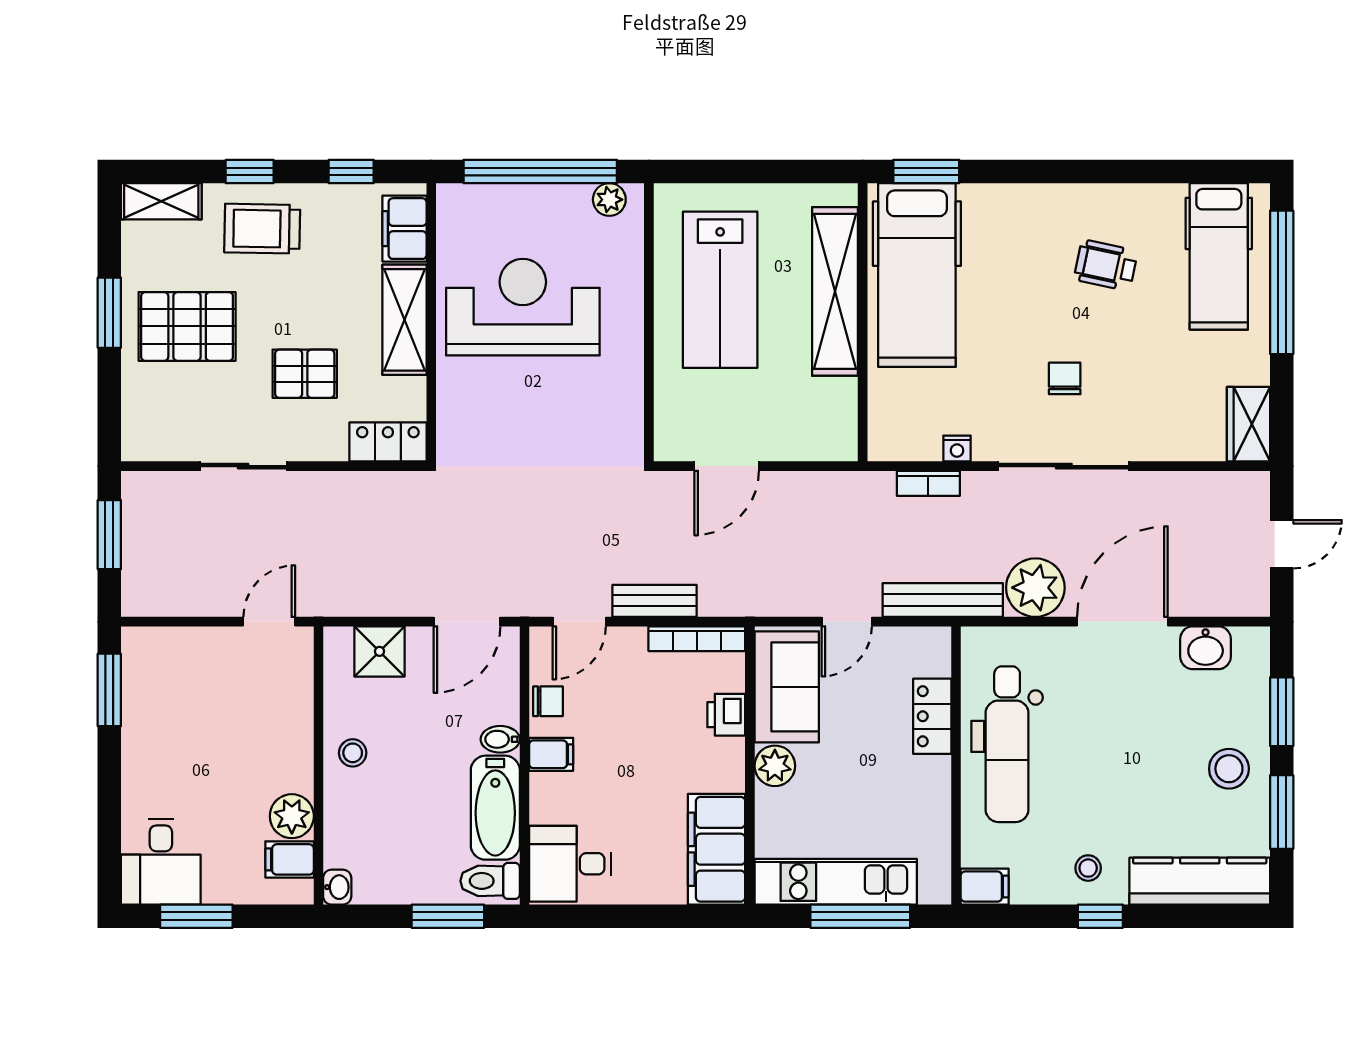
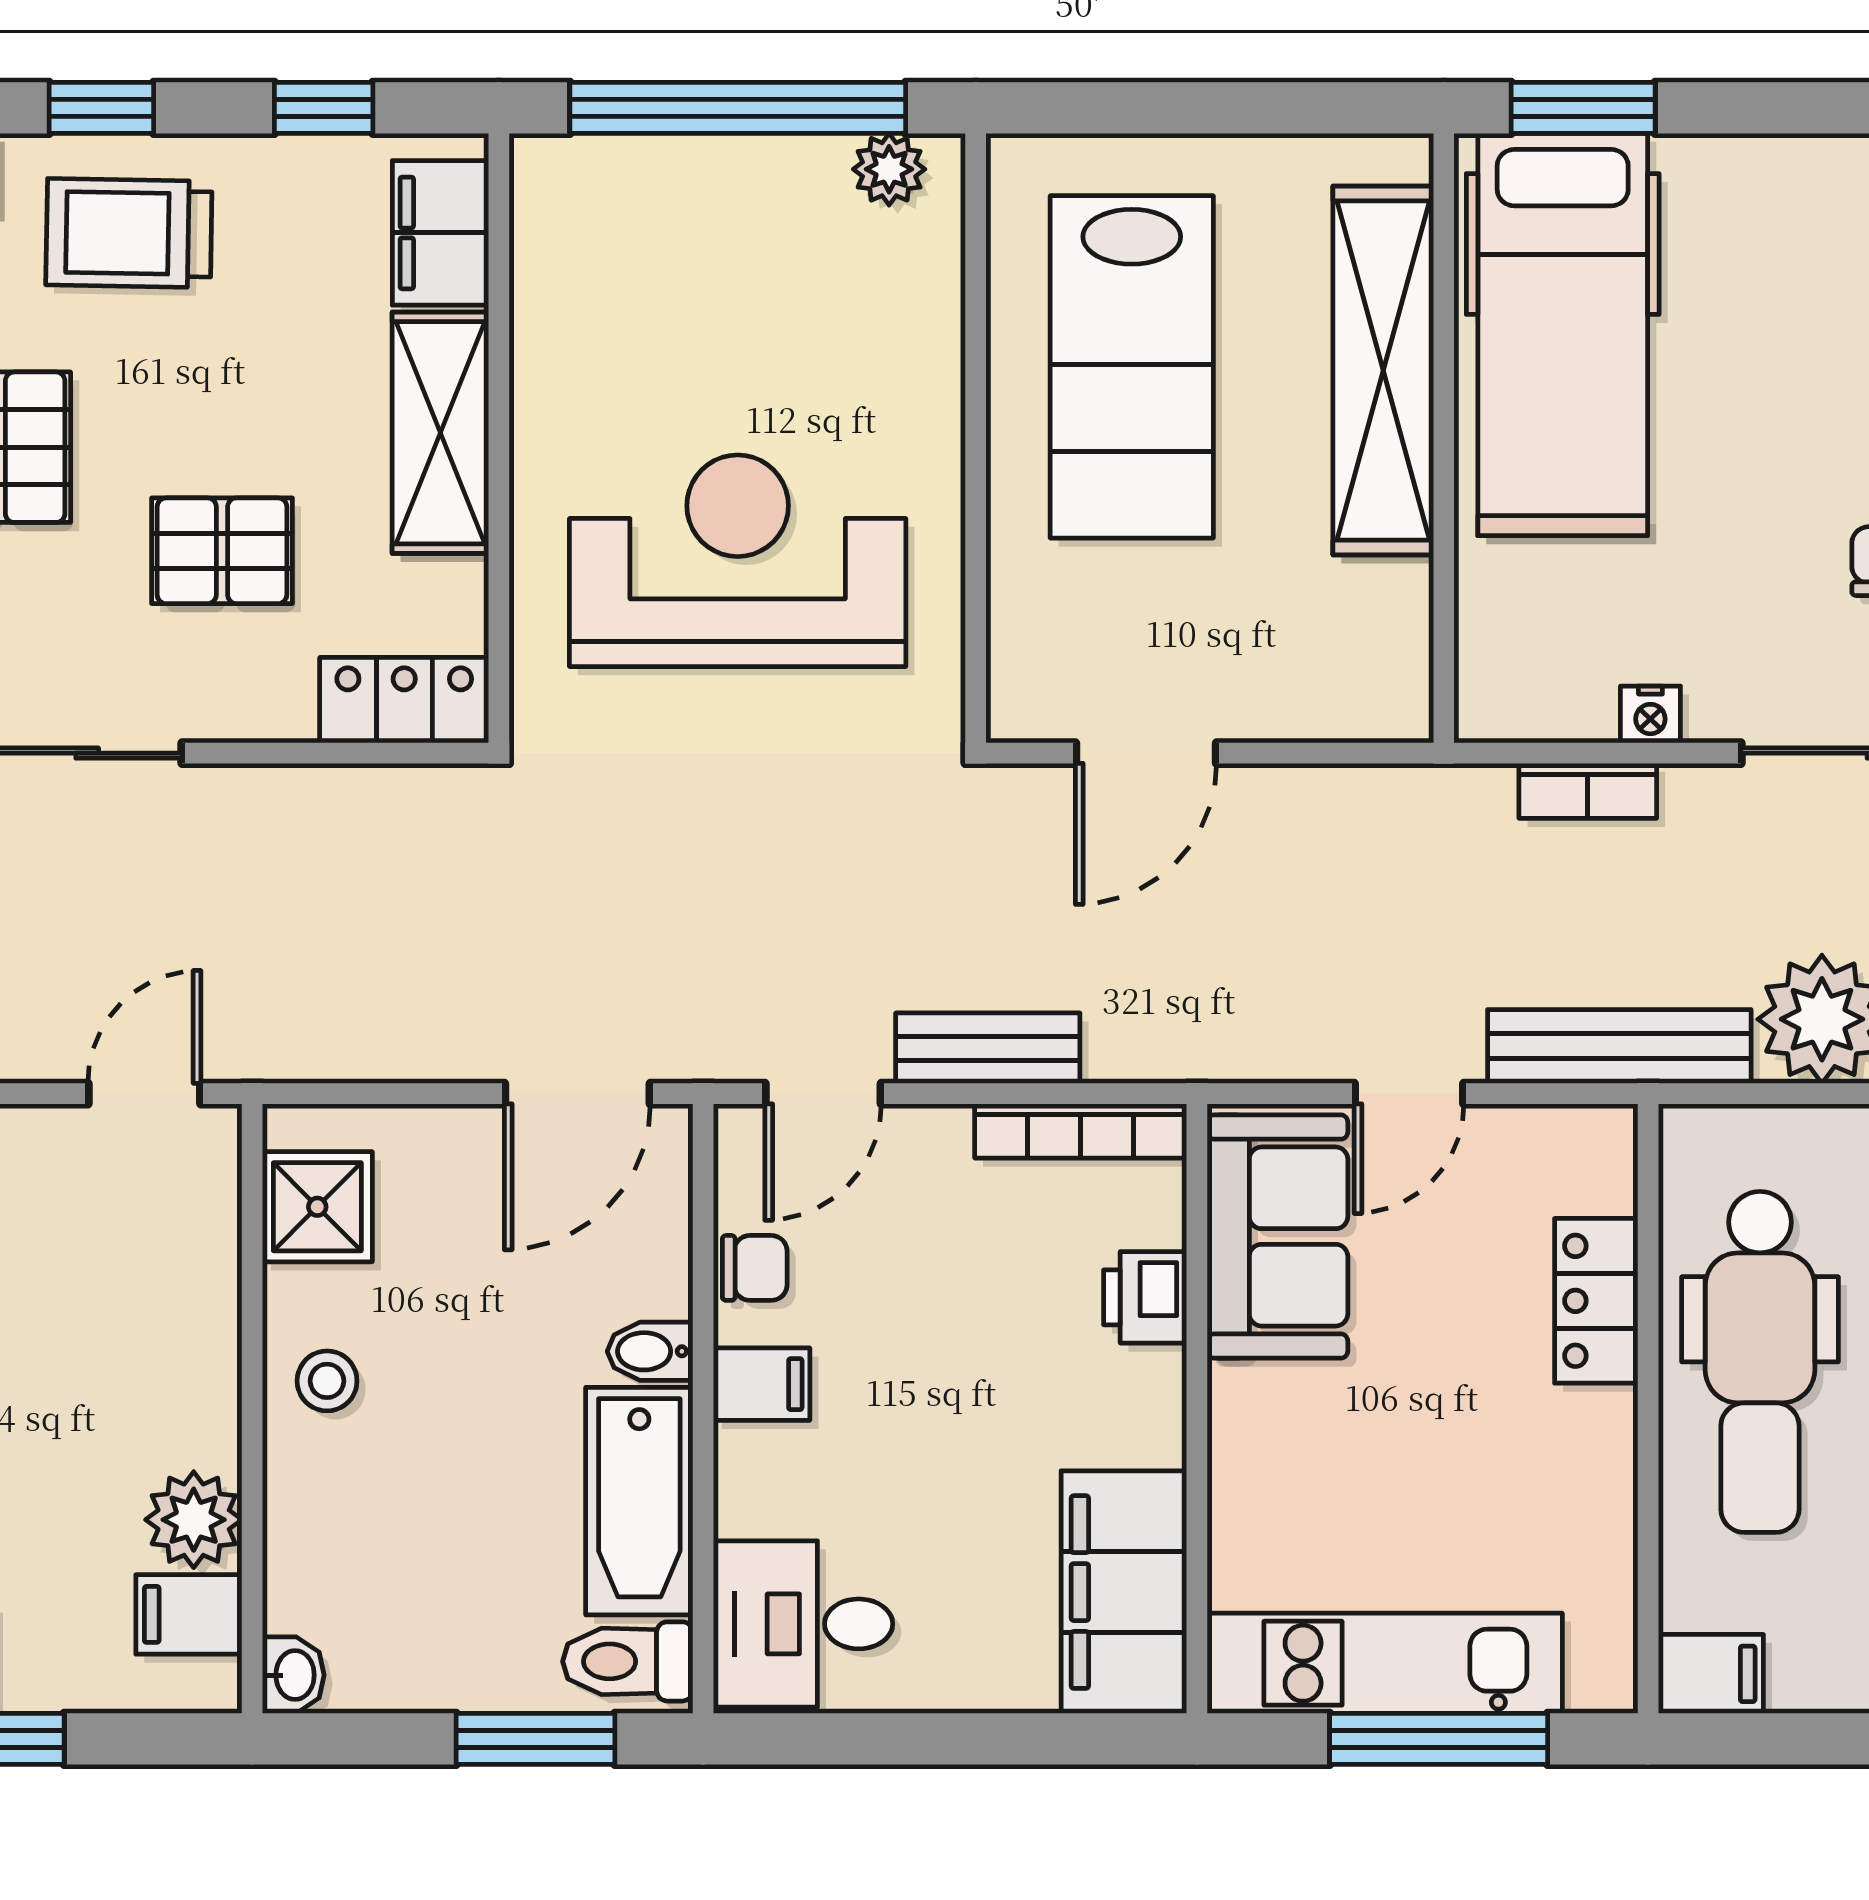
reception desk: (523, 307) -> (738, 561), moved
shower: (379, 651) -> (317, 1207), moved
plant: (775, 766) -> (1252, 1409), removed

